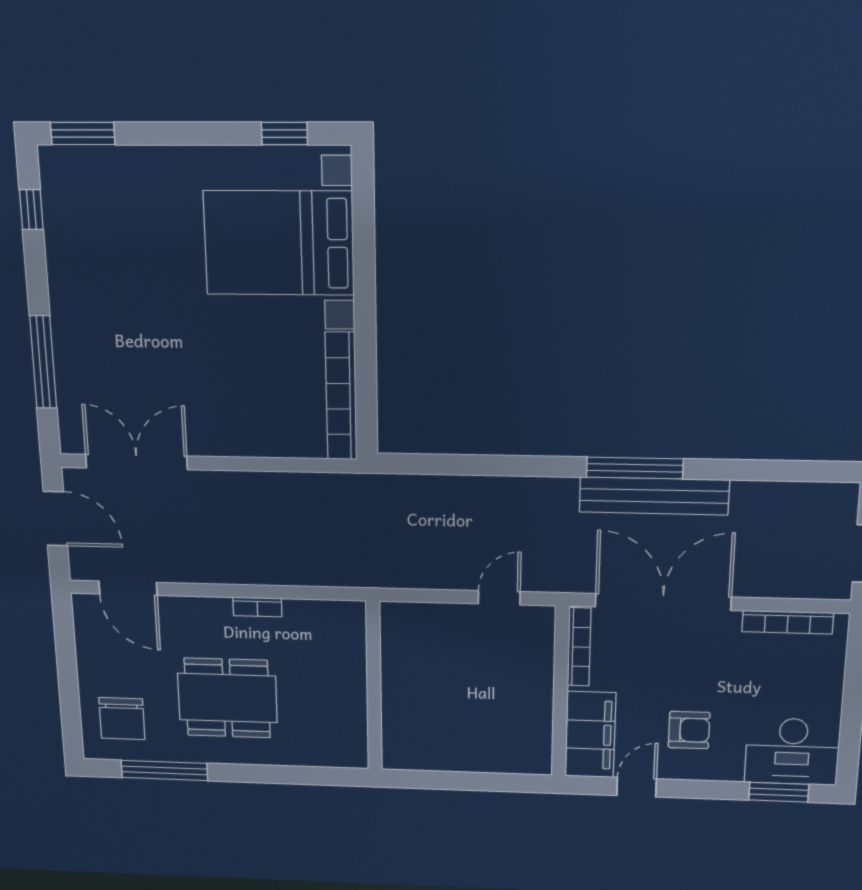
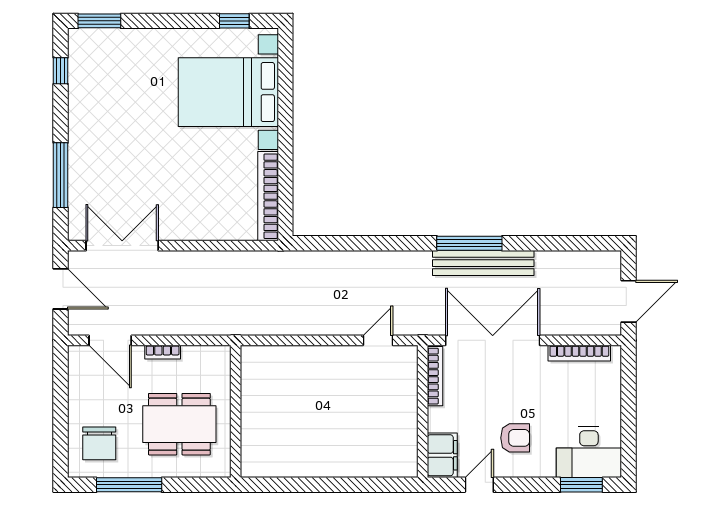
bookcase: (257, 607) -> (163, 352), moved
wall: (374, 686) -> (236, 411), moved
filing cabinet: (590, 735) -> (442, 455), width x0.67, depth x0.86

